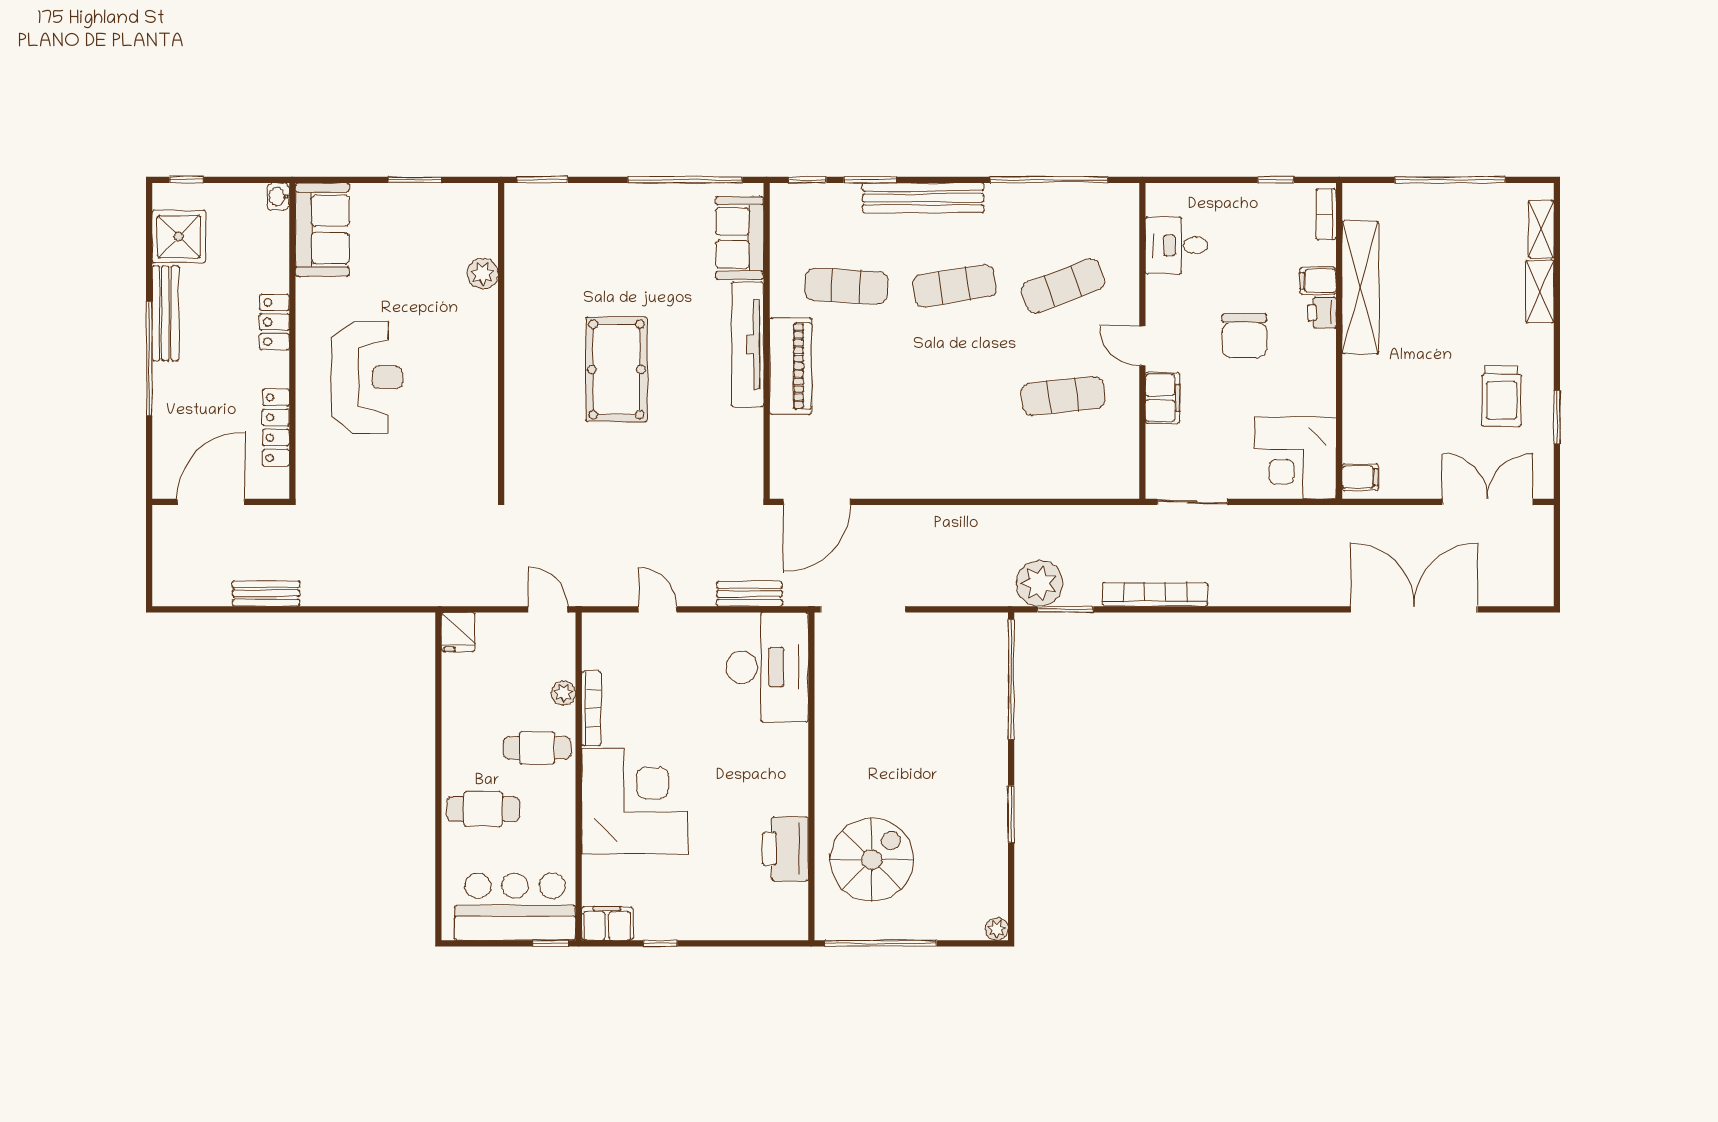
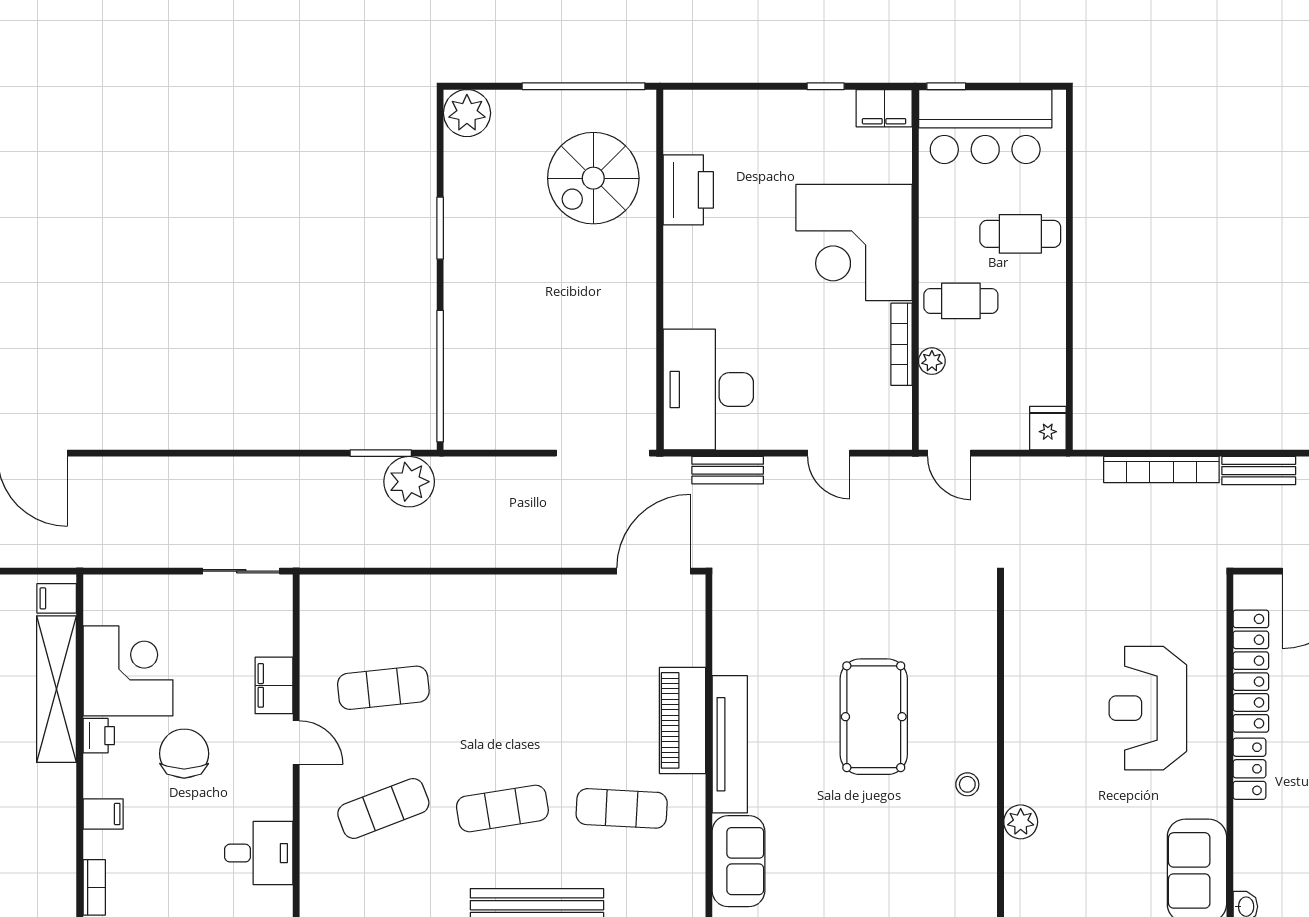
shelving: (1360, 287) -> (57, 689), moved
stool: (531, 308) -> (967, 784), added
printer: (1322, 313) -> (99, 736), moved
locker: (276, 428) -> (1251, 671), width x1.41, depth x1.21
corner desk: (1295, 458) -> (128, 671), moved
bookcase: (1155, 594) -> (1161, 470), moved
plant: (997, 929) -> (467, 113), width x1.87, depth x1.87

